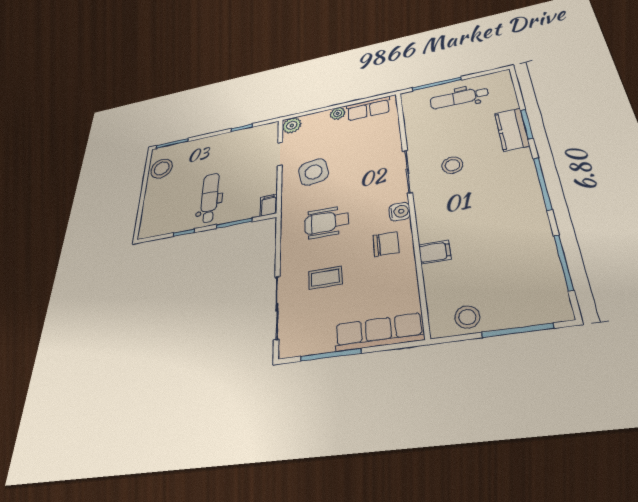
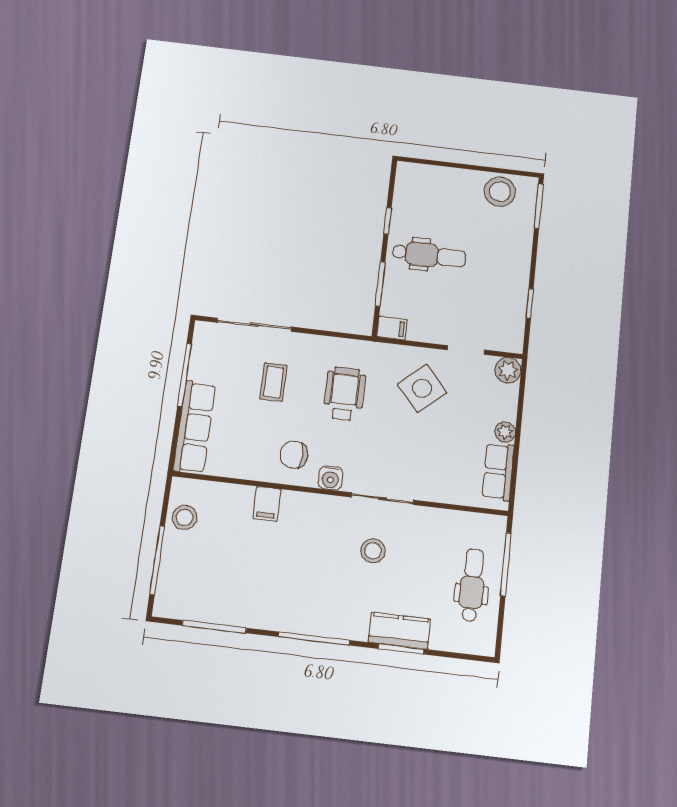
side table: (314, 172) -> (422, 388), turned -32
chair: (386, 244) -> (294, 455), turned 90

